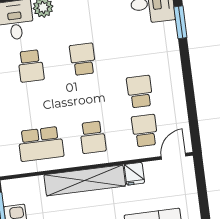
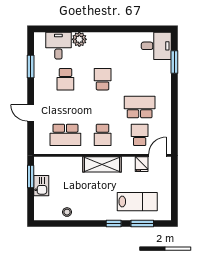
school desk: (140, 92) -> (140, 107), width x1.85
fridge: (134, 174) -> (142, 164), moved
shelving: (85, 180) -> (102, 164), width x0.68

